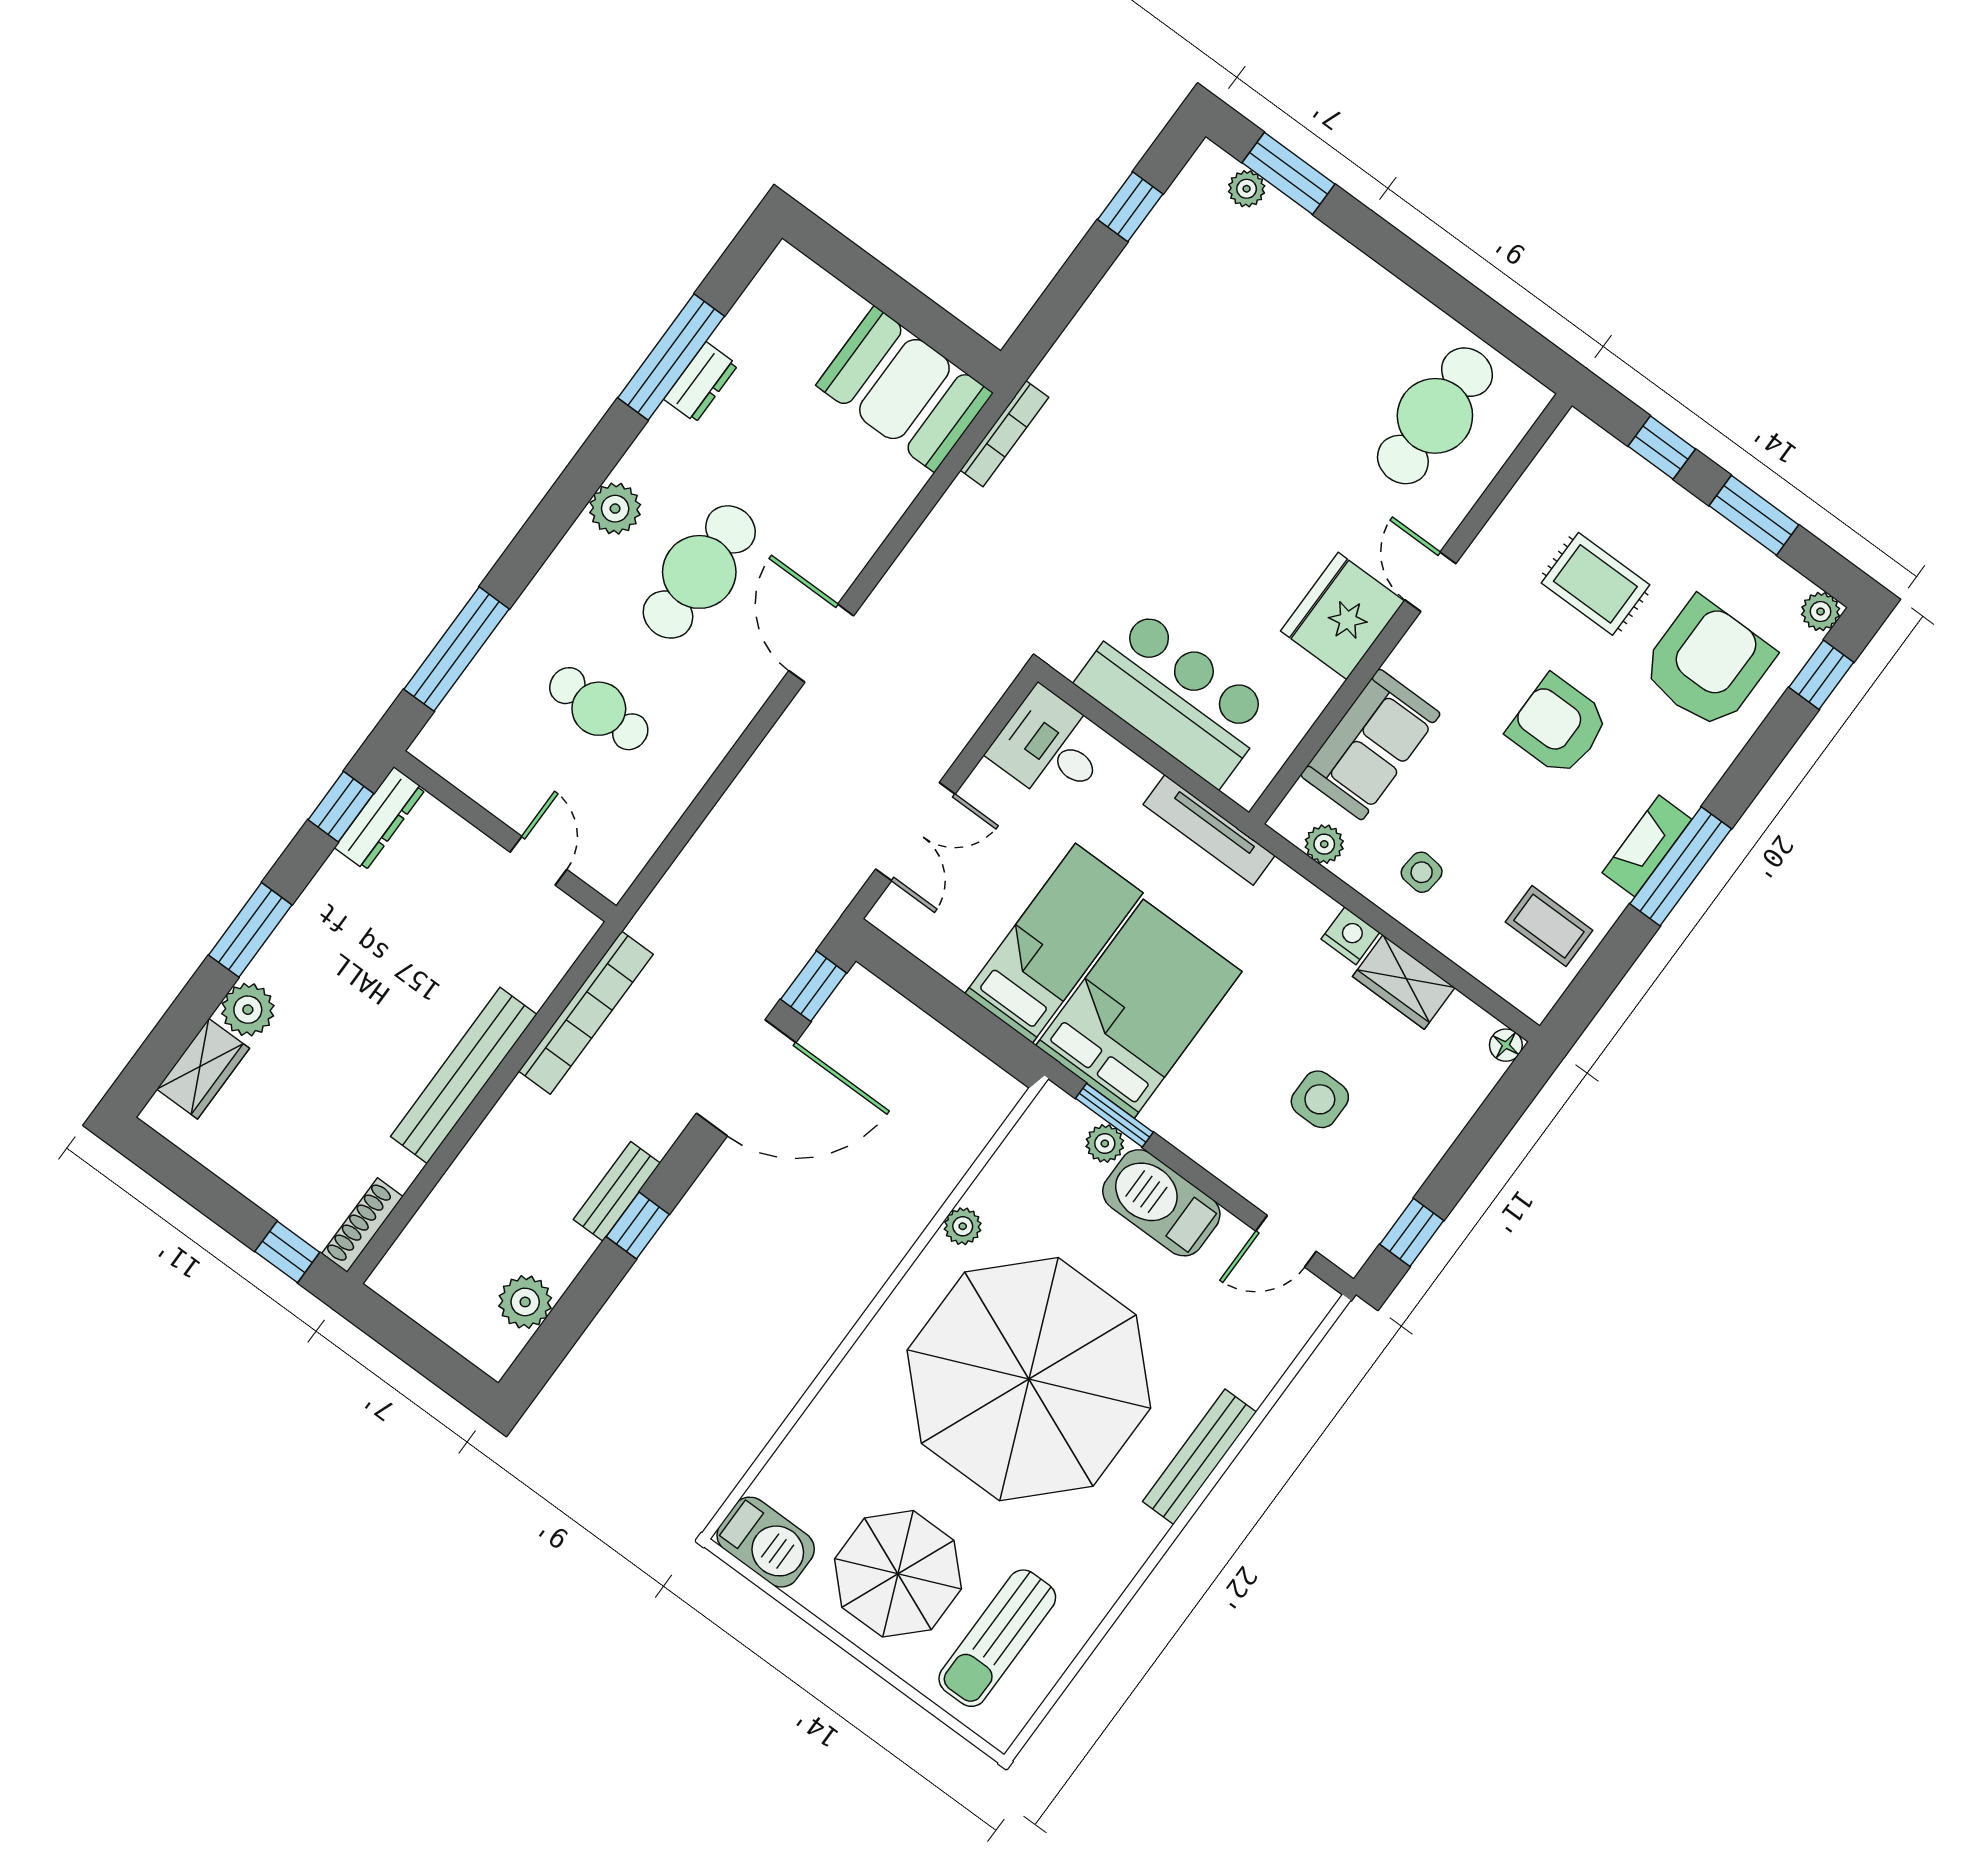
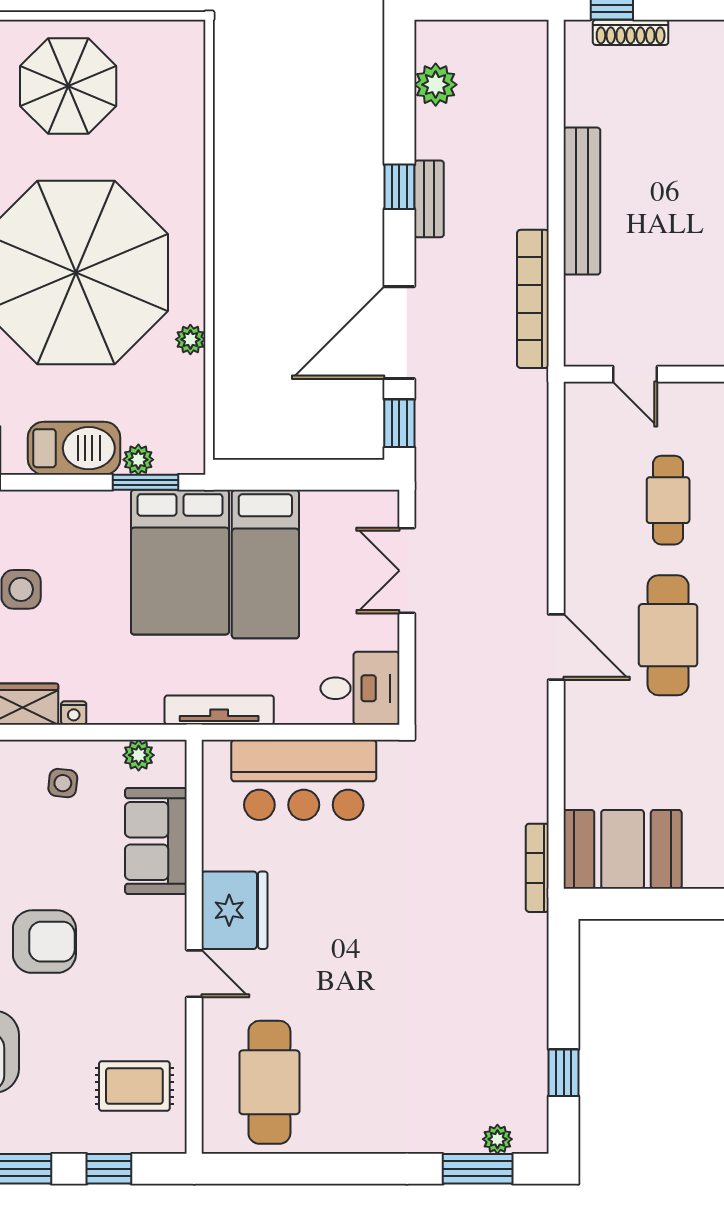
rug: (1595, 584) -> (134, 1086), moved
cafe table: (599, 709) -> (668, 500), turned 90
nightstand: (1350, 936) -> (74, 713), width x0.72, depth x0.74
shoe rack: (362, 1225) -> (631, 32), moved, turned 90
barbecue: (766, 1542) -> (168, 44), removed

